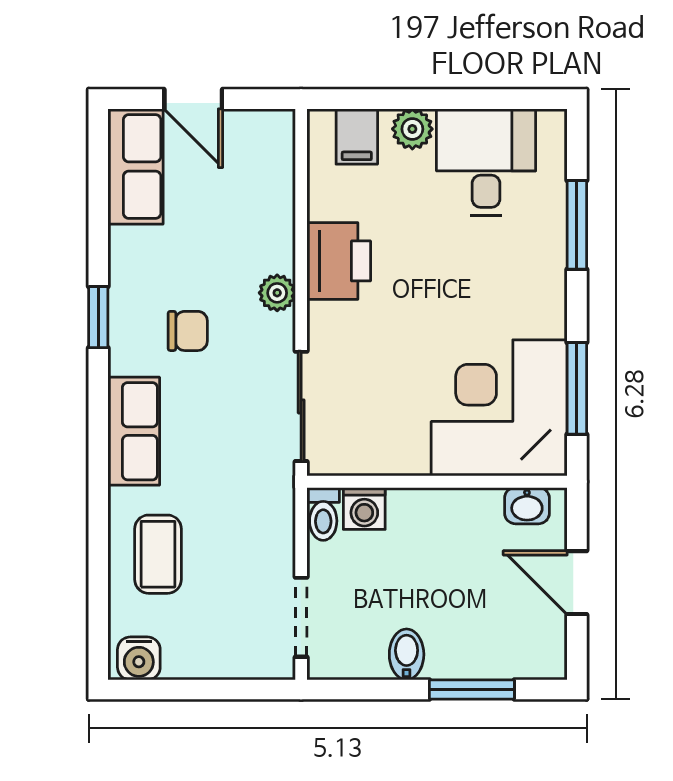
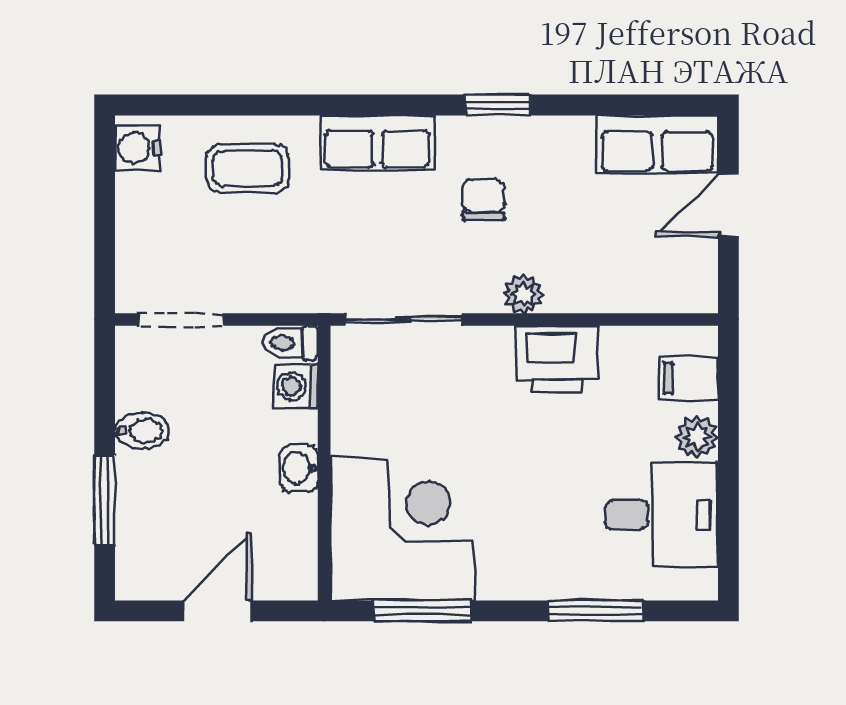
chair: (188, 331) -> (483, 200), turned 180
washbasin: (527, 506) -> (299, 468), moved

